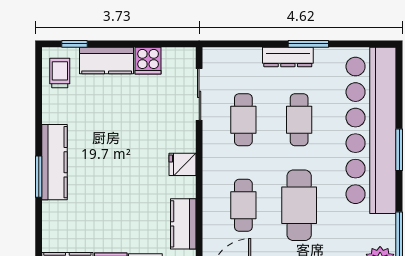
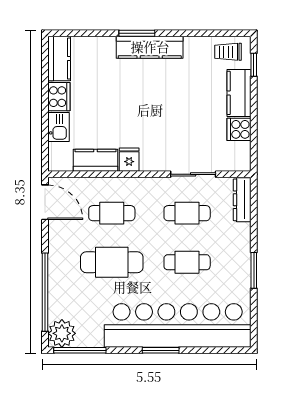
dresser: (288, 57) -> (242, 200), moved
trolley: (60, 73) -> (228, 52), turned 180
sliding door: (199, 94) -> (193, 174), moved
fridge: (182, 164) -> (129, 160), moved

